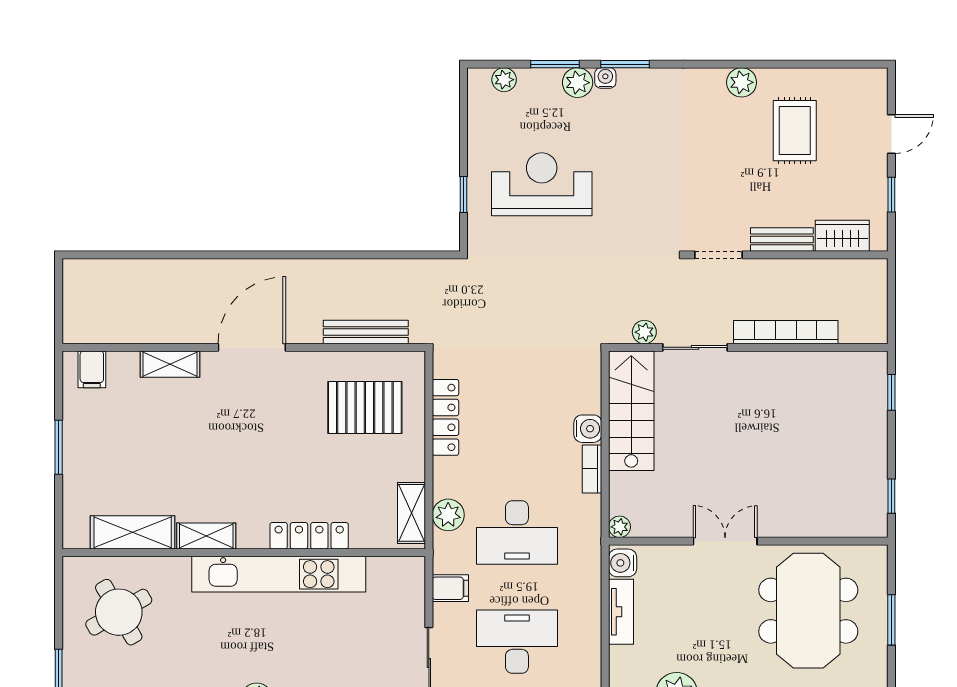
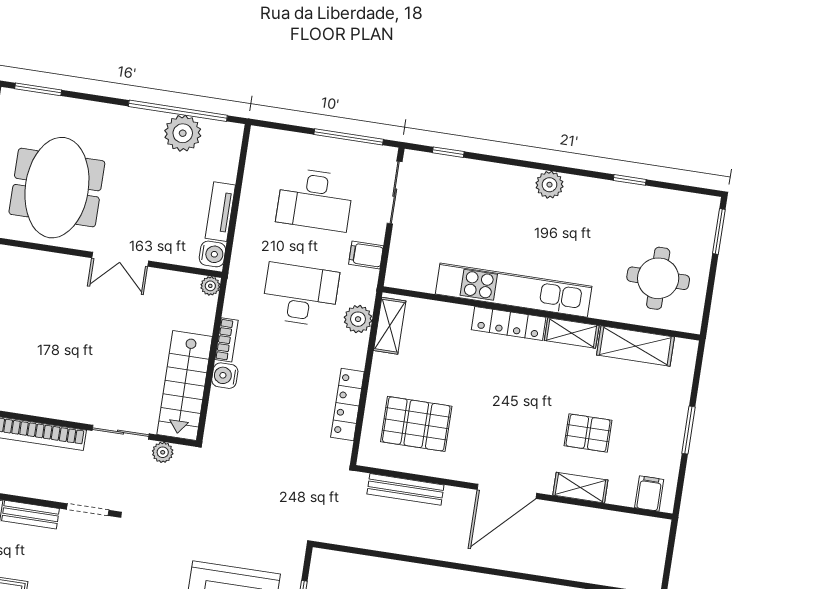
pallet: (171, 427) -> (588, 433), added
locker: (309, 536) -> (509, 324), moved
round table: (119, 612) -> (658, 278), turned 30

